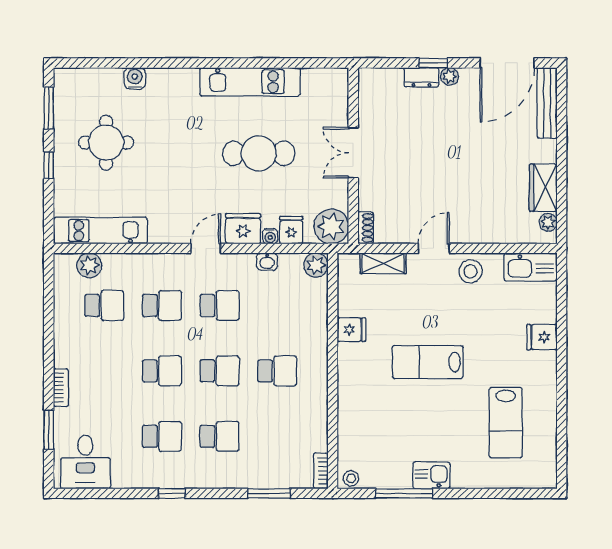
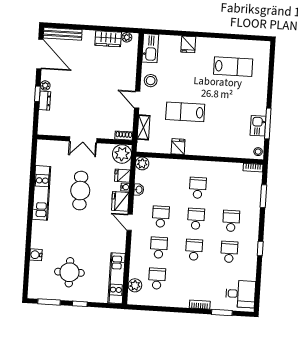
lab bench: (428, 362) -> (185, 112), moved, turned 90
kitchen sink: (431, 475) -> (258, 126), moved

